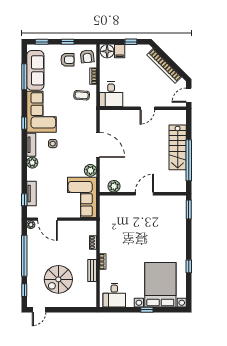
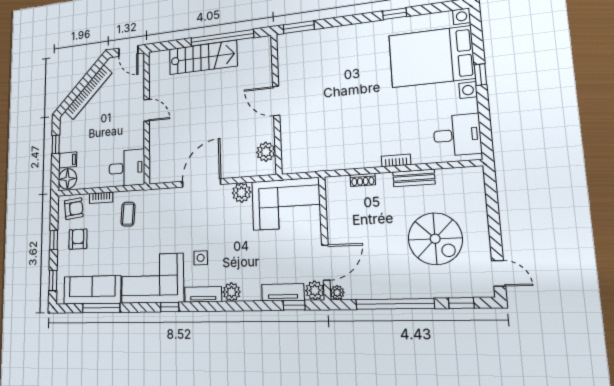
plant: (32, 212) -> (315, 290), added

